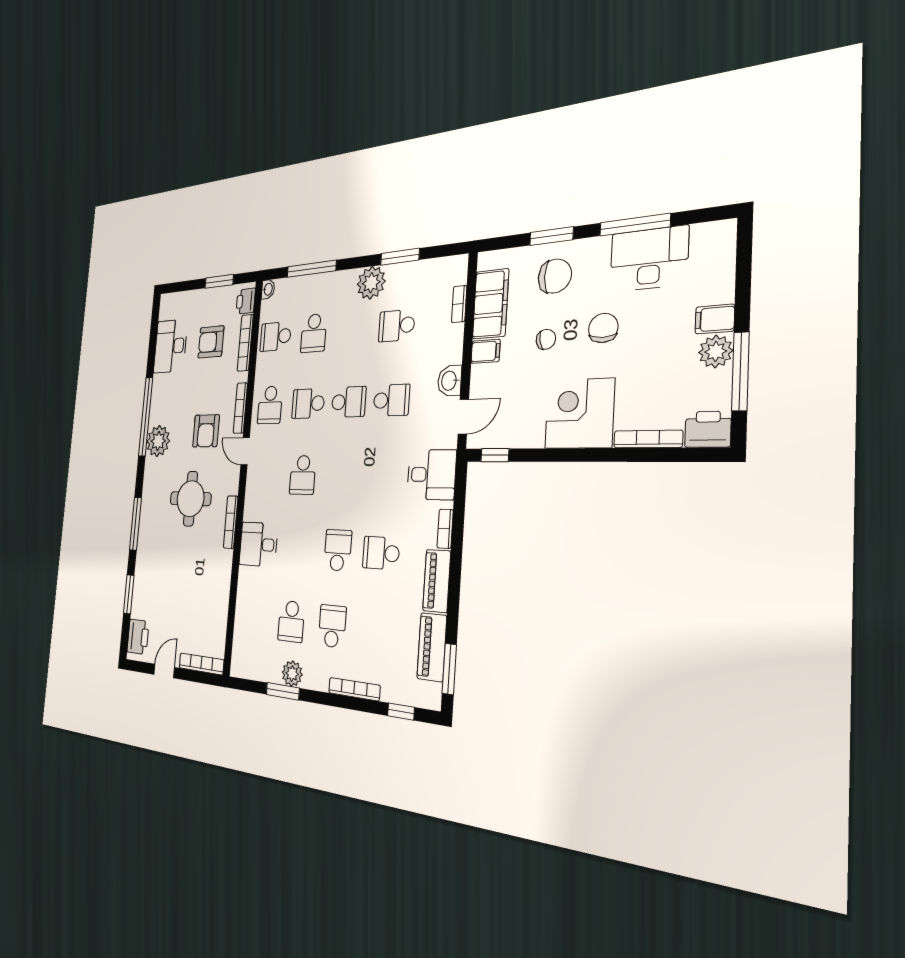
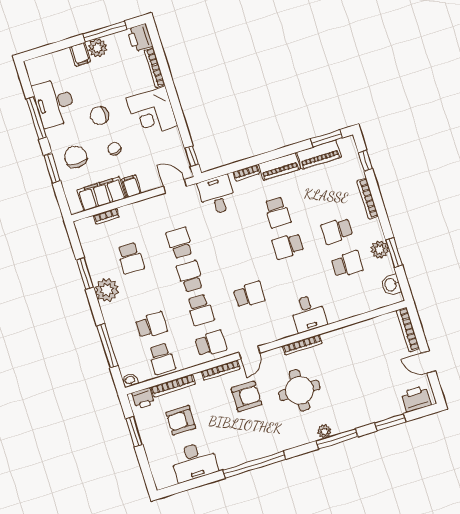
armchair: (211, 342) -> (181, 420), turned 90
washbasin: (450, 381) -> (391, 285), moved, turned 90
plant: (158, 441) -> (324, 431), moved, width x0.53, depth x0.53

